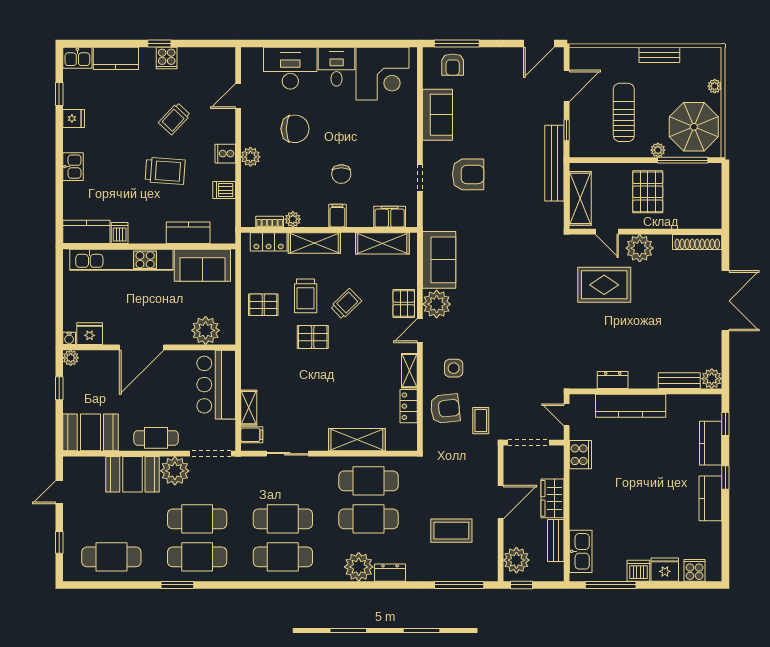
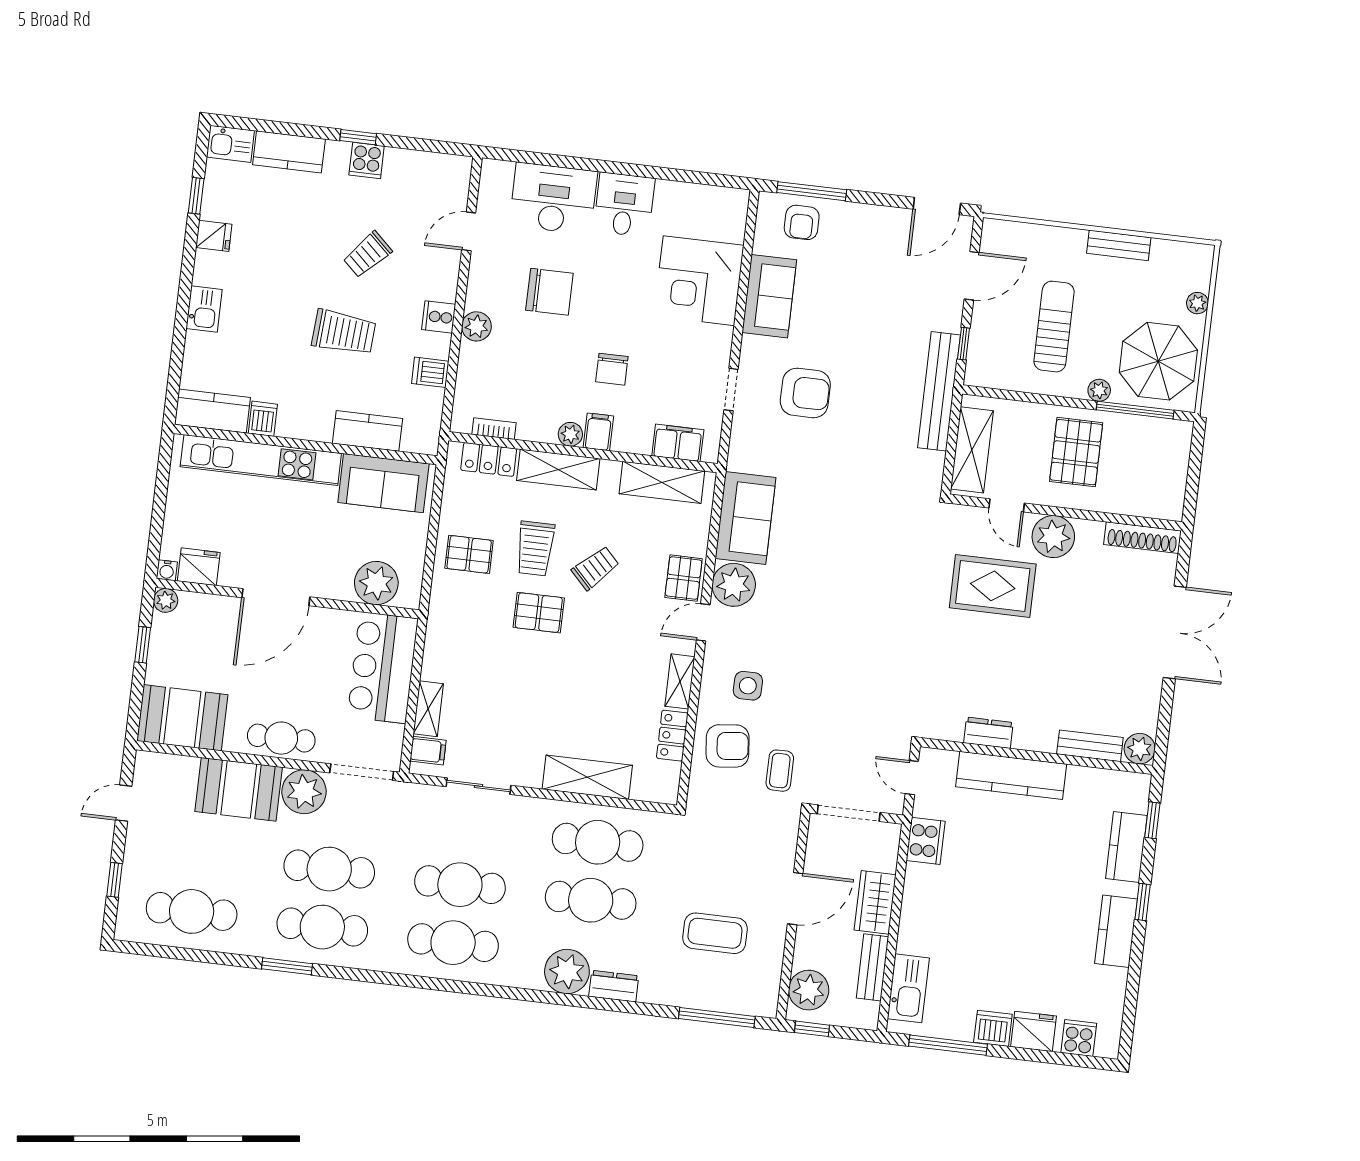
corner desk: (383, 74) -> (699, 281), moved, turned 90
plant: (293, 219) -> (570, 434), moved

